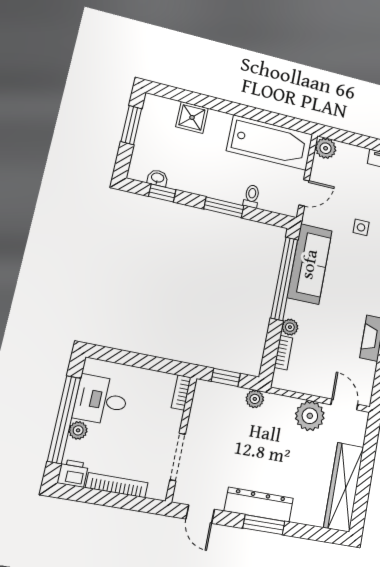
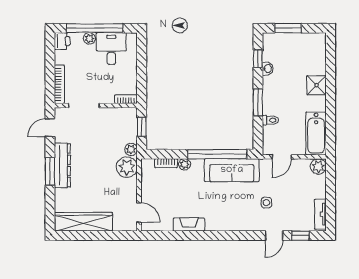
shower: (192, 117) -> (317, 85), moved
window: (131, 125) -> (288, 28), moved
bathtub: (270, 143) -> (316, 133), width x0.73, depth x0.73
washbasin: (158, 178) -> (268, 69), moved
door: (304, 193) -> (282, 157), hinge flipped
door: (344, 405) -> (139, 212), hinge flipped
plant: (310, 416) -> (127, 167), moved
bookcase: (117, 485) -> (59, 84), moved

